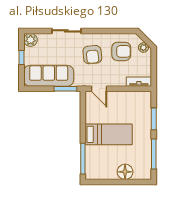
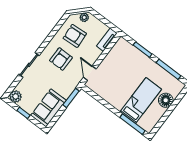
armchair: (121, 51) -> (75, 36), turned -94
armchair: (92, 55) -> (61, 59), turned 96
sofa: (49, 76) -> (49, 108), width x0.73
door: (99, 89) -> (90, 73), swing flipped
bed: (109, 134) -> (141, 100), moved

